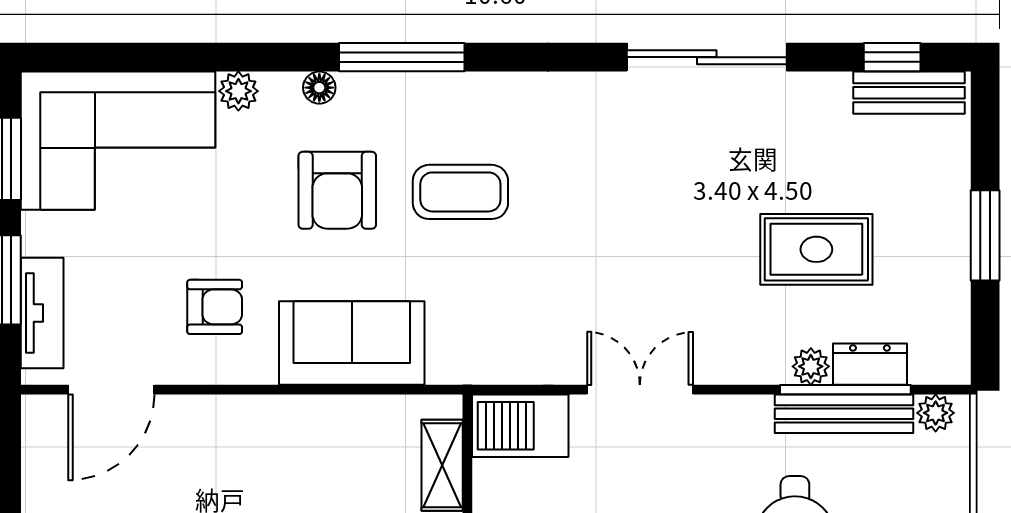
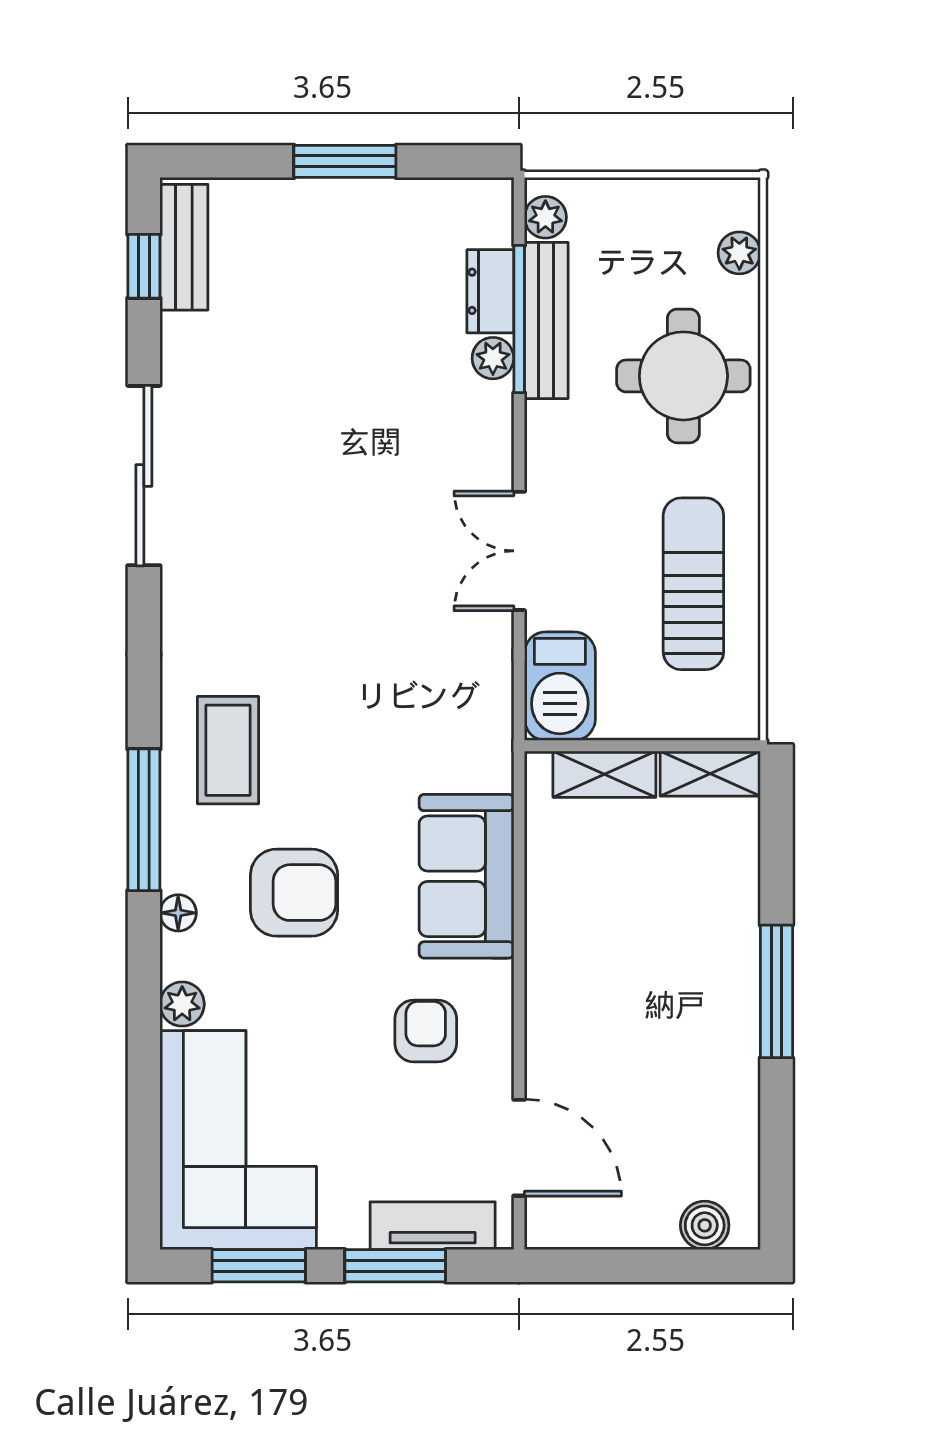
coffee table: (460, 192) -> (228, 750), moved
rug: (816, 249) -> (361, 352), removed

